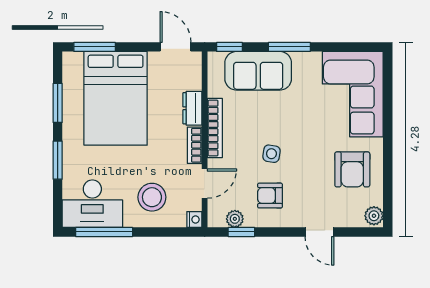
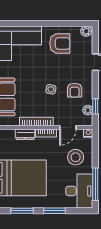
door: (205, 184) -> (68, 127), swing flipped

